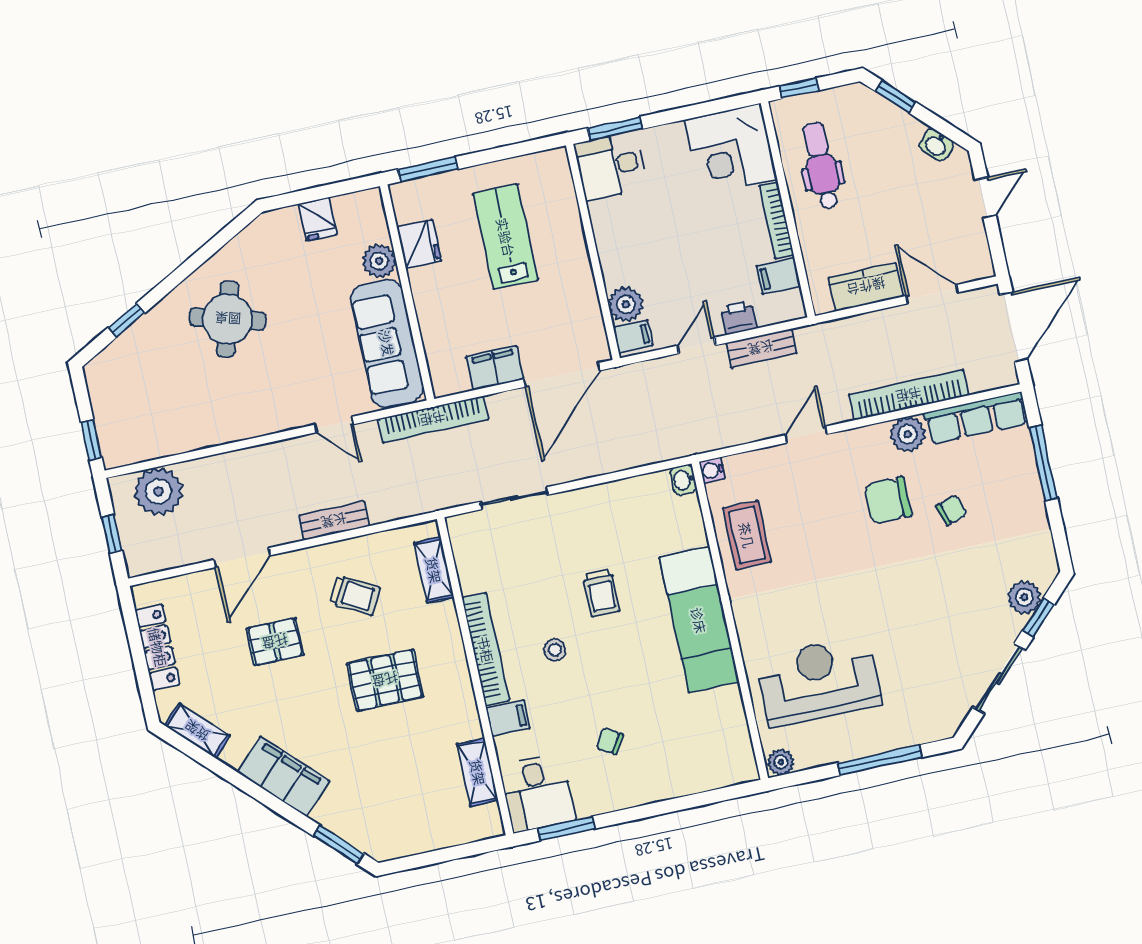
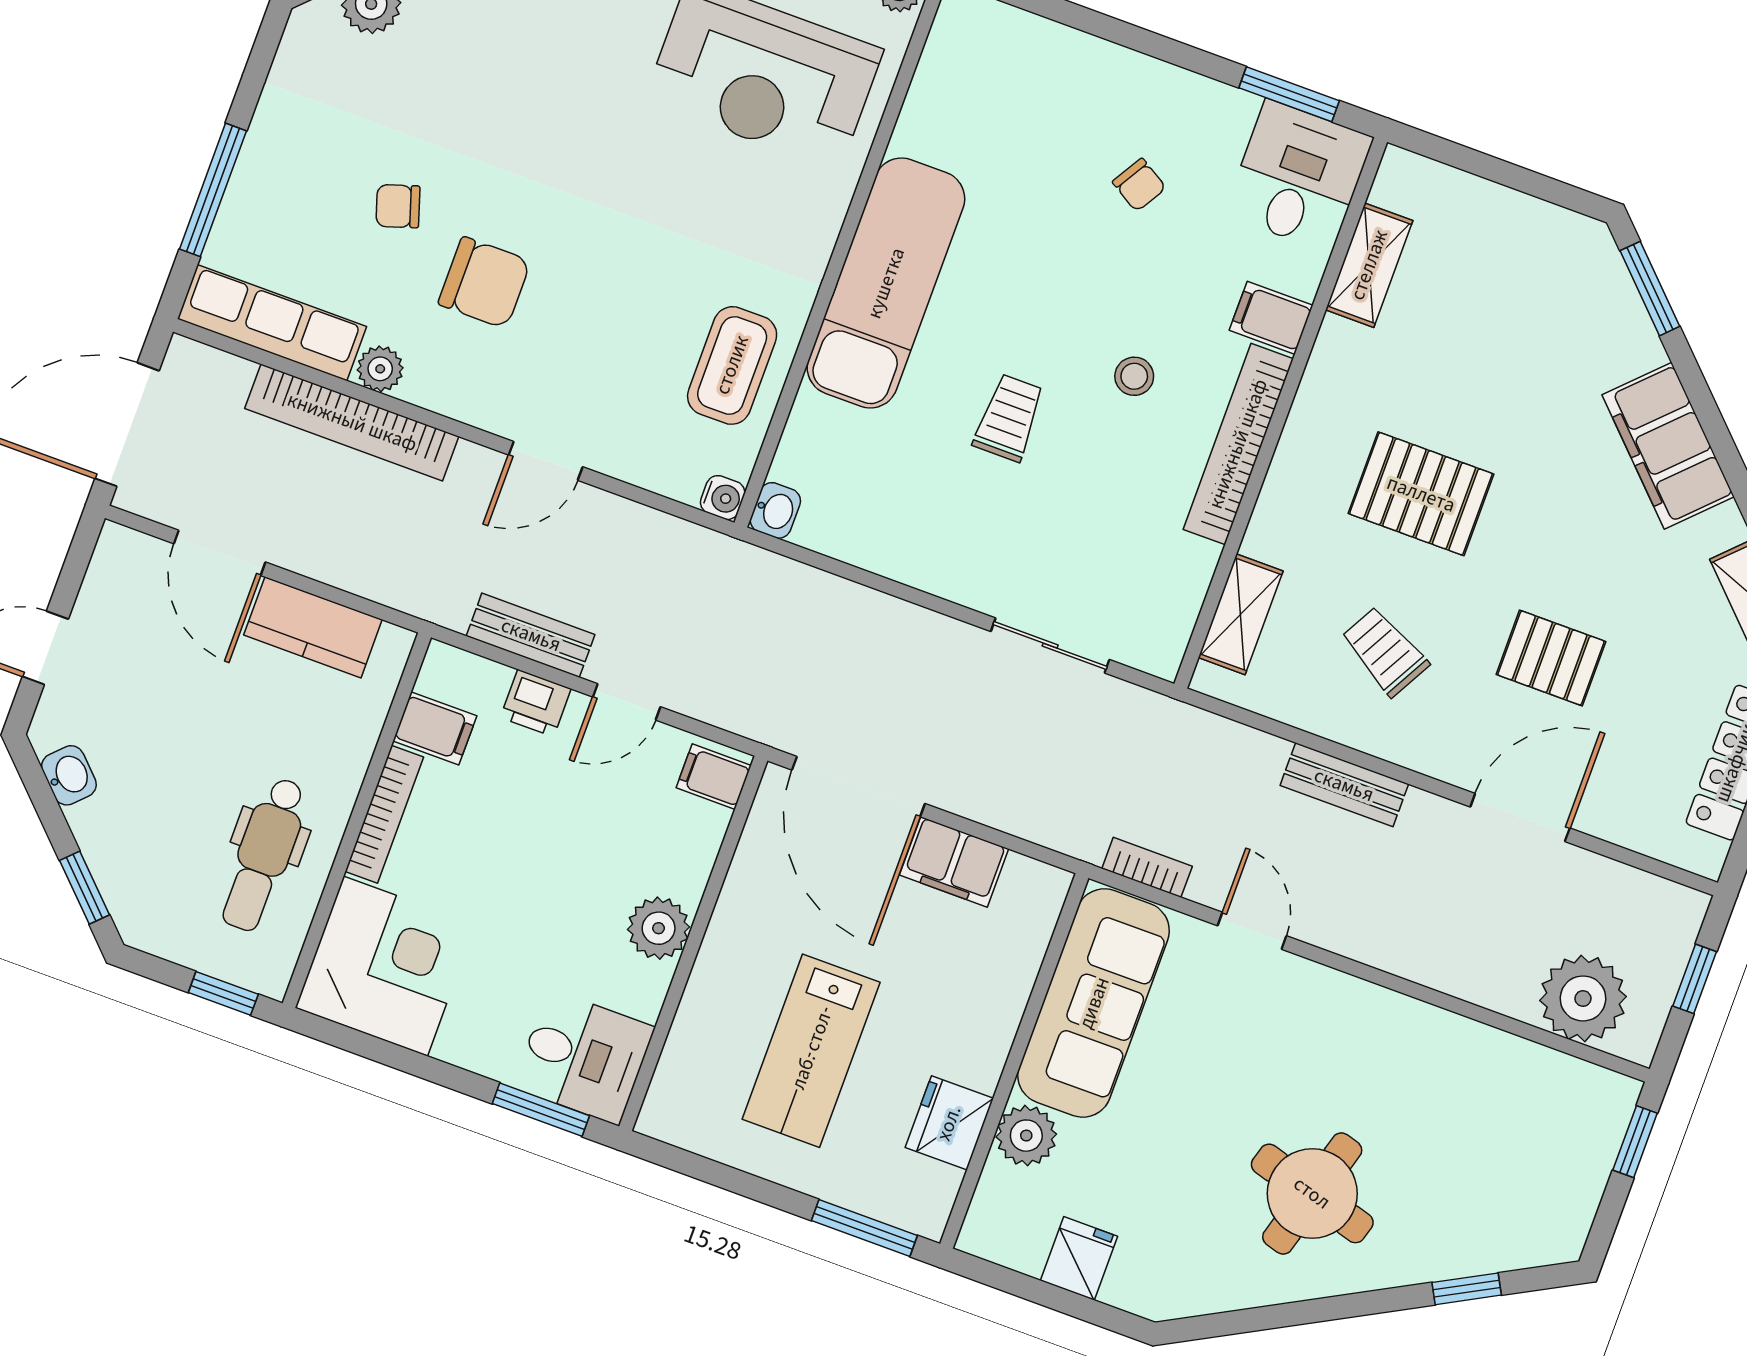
plant: (626, 304) -> (659, 928), moved
door: (562, 375) -> (858, 787), swing flipped
bookcase: (433, 419) -> (1147, 867), width x0.43, depth x0.76
plant: (908, 434) -> (380, 369), width x0.73, depth x0.73

